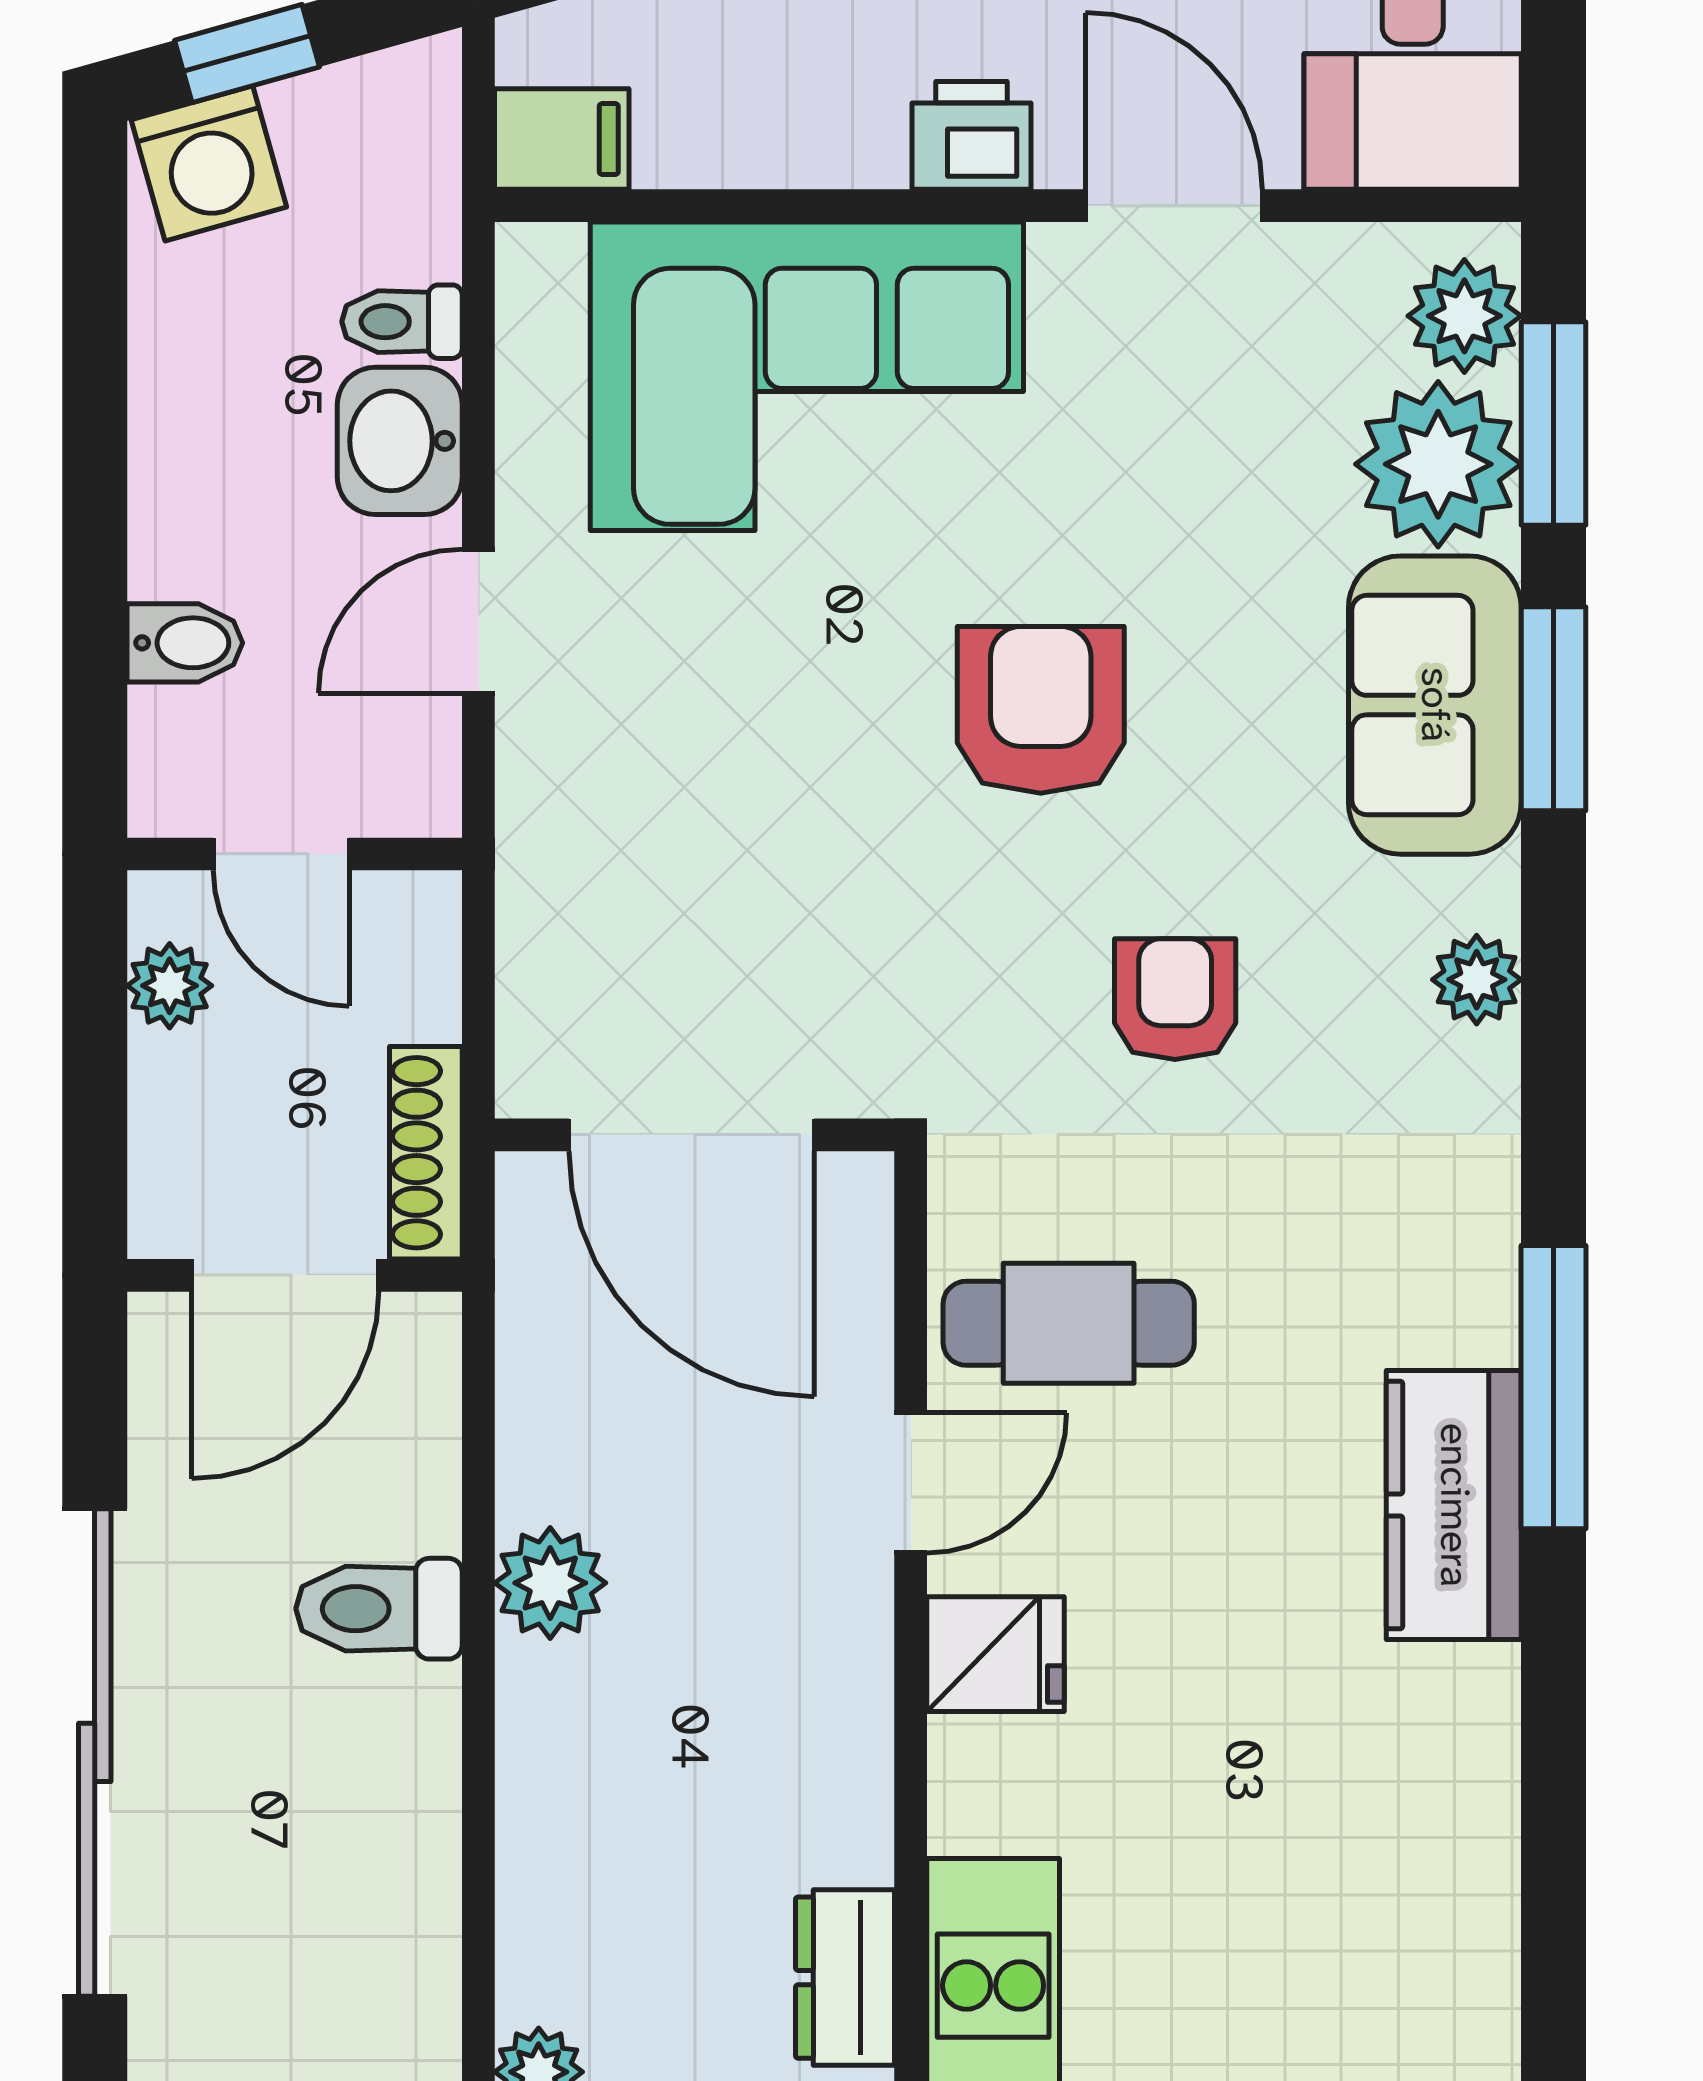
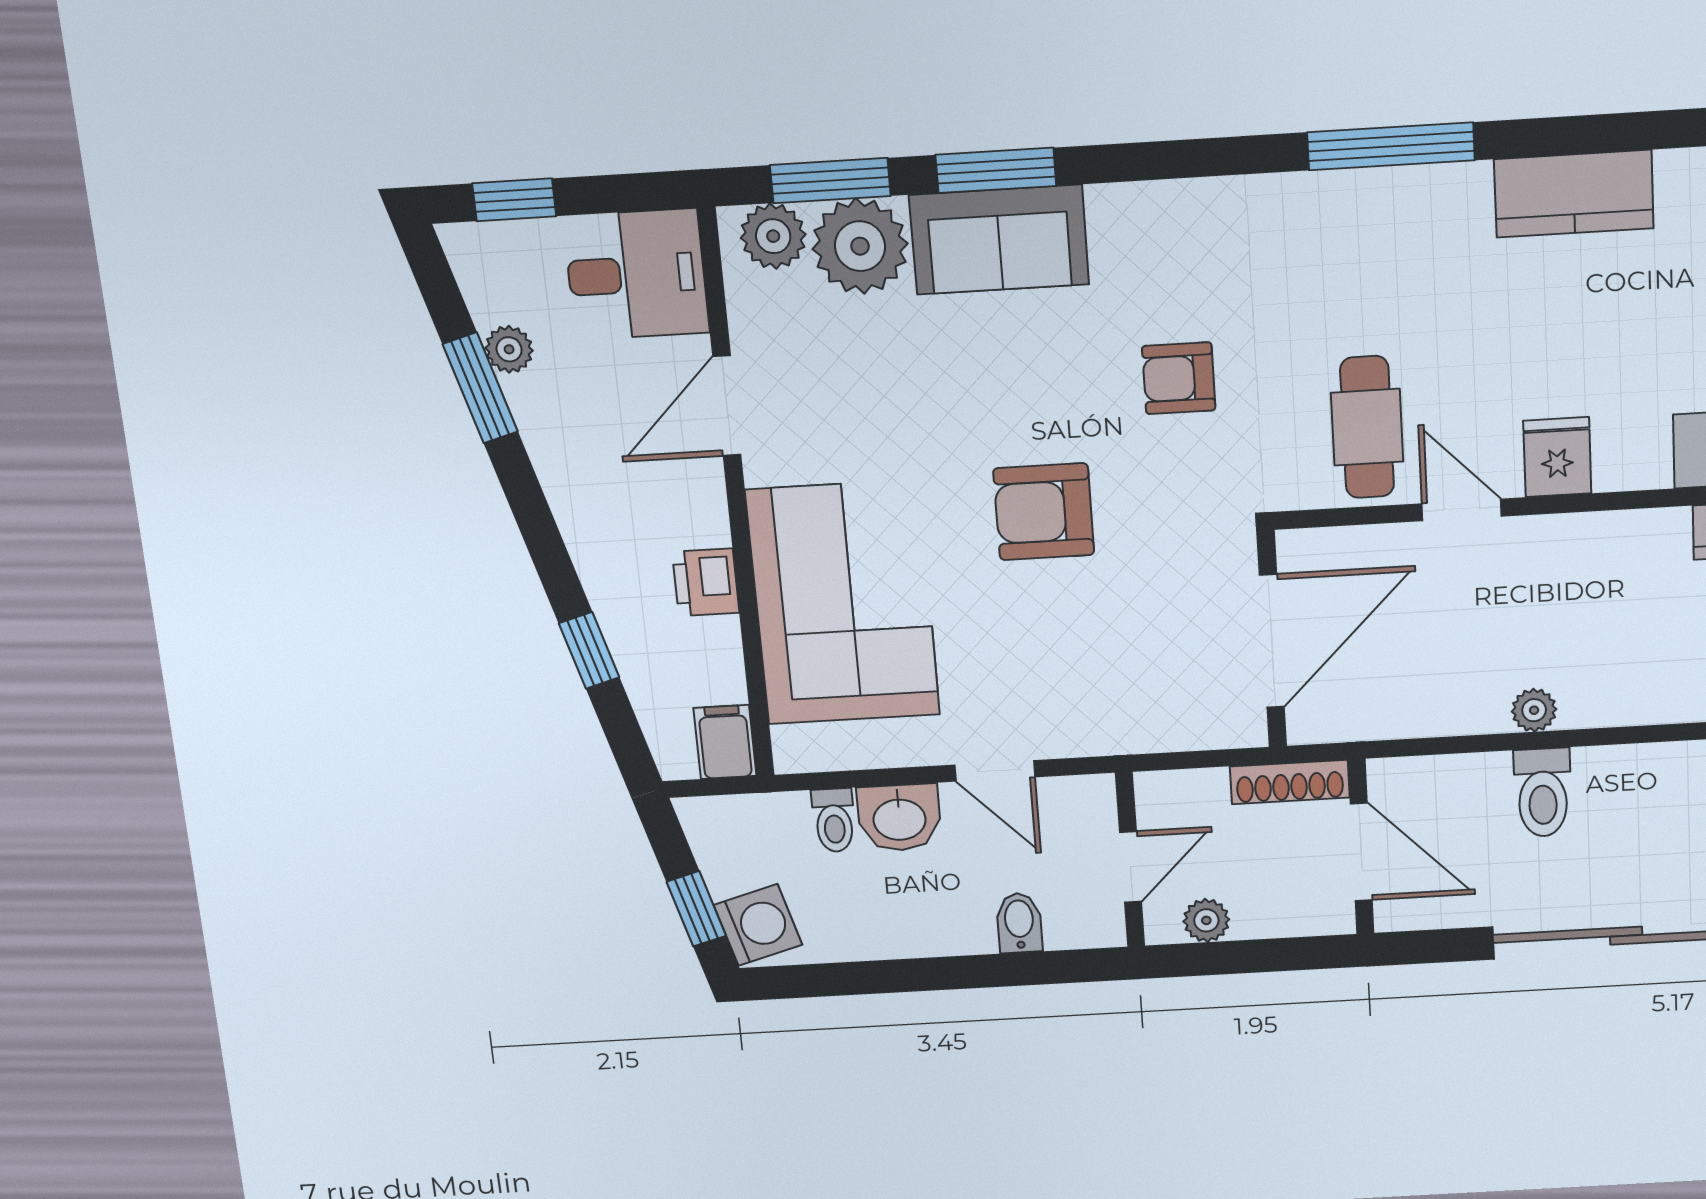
printer: (971, 135) -> (706, 582), moved
armchair: (1041, 710) -> (1044, 512), moved
plant: (1477, 980) -> (1156, 206), removed
kitchen counter: (1454, 1505) -> (1574, 194), moved
plant: (550, 1583) -> (1534, 710), width x0.73, depth x0.73

